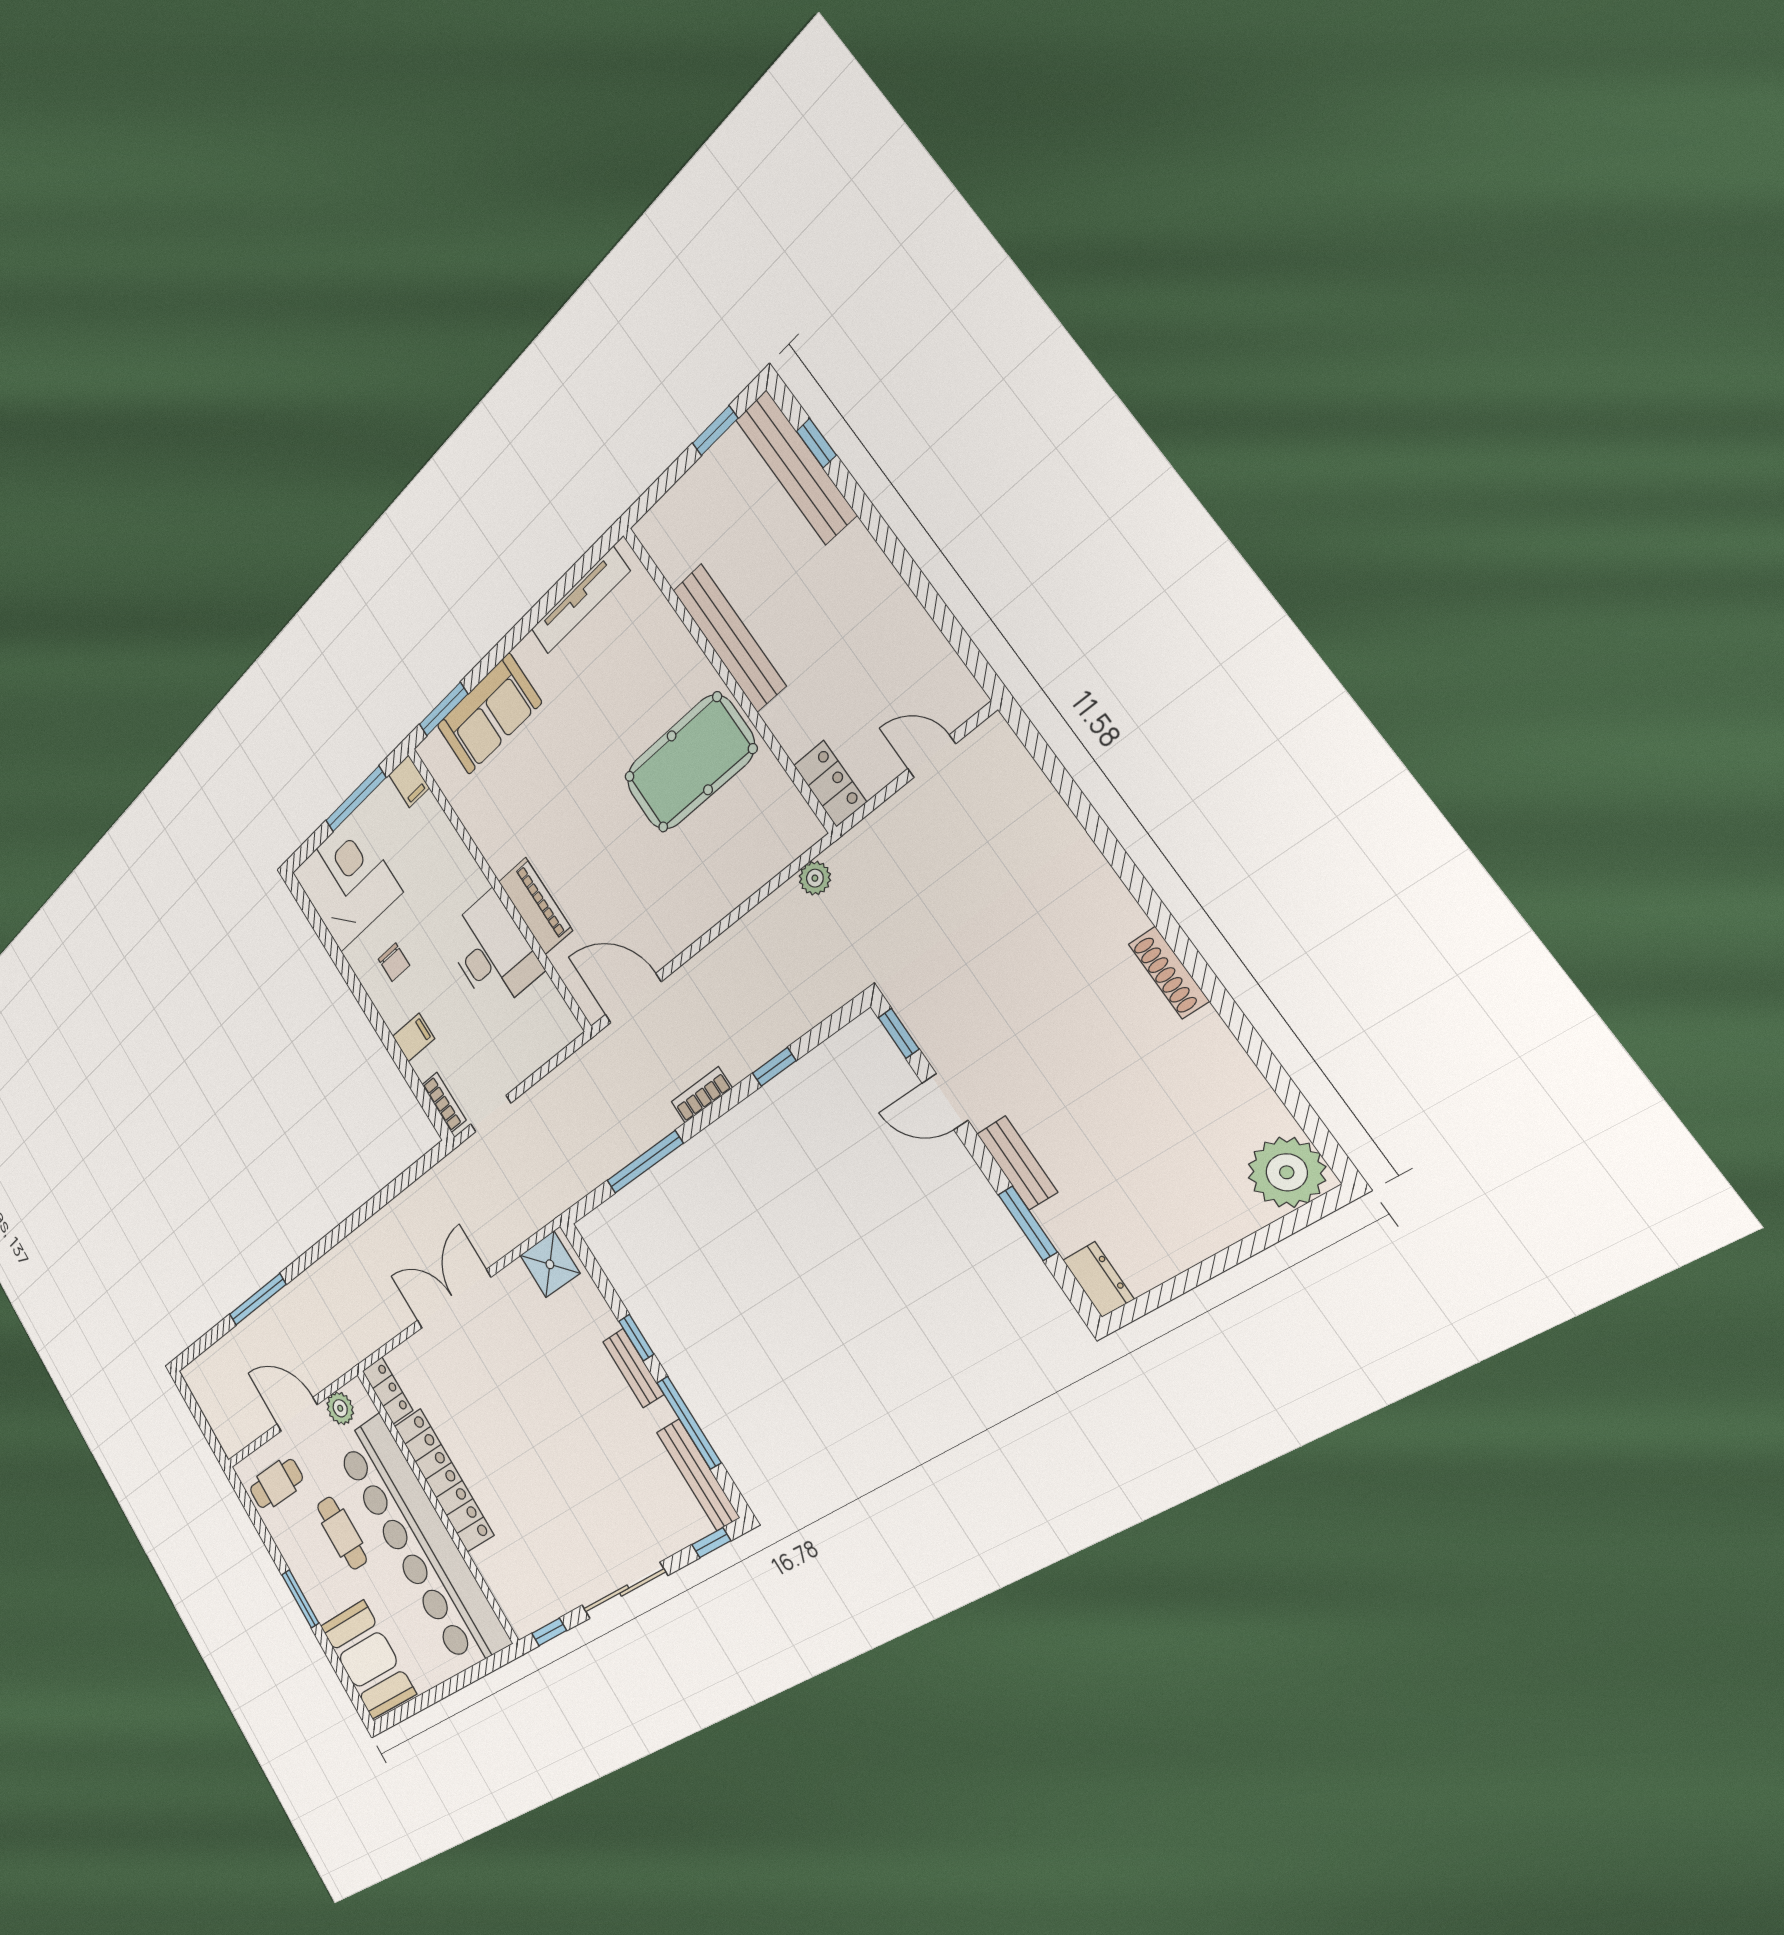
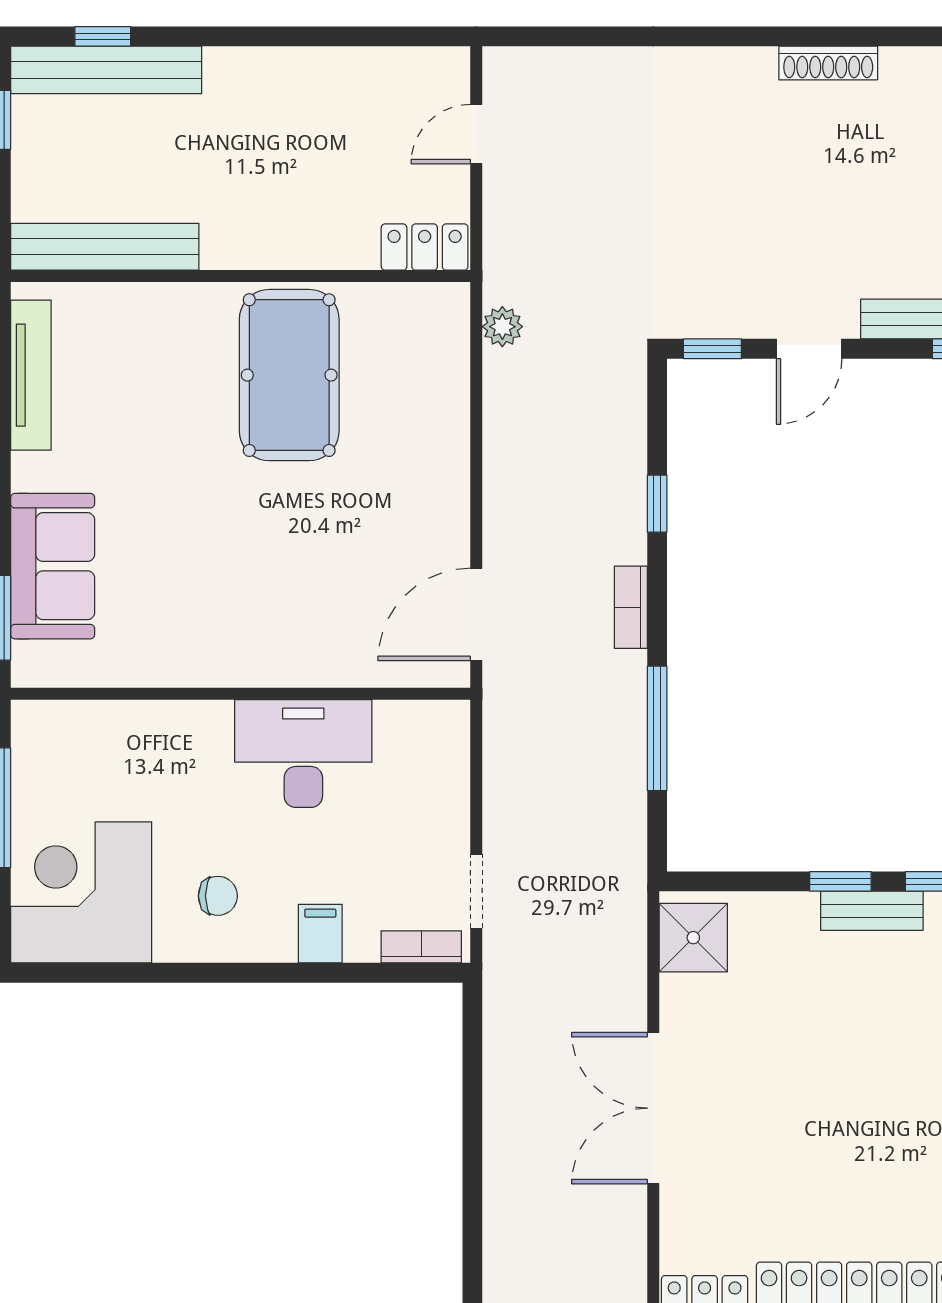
bench: (729, 638) -> (105, 247), moved
filing cabinet: (409, 781) -> (39, 721), removed
piano: (535, 906) -> (295, 661), removed

